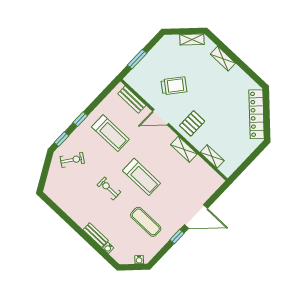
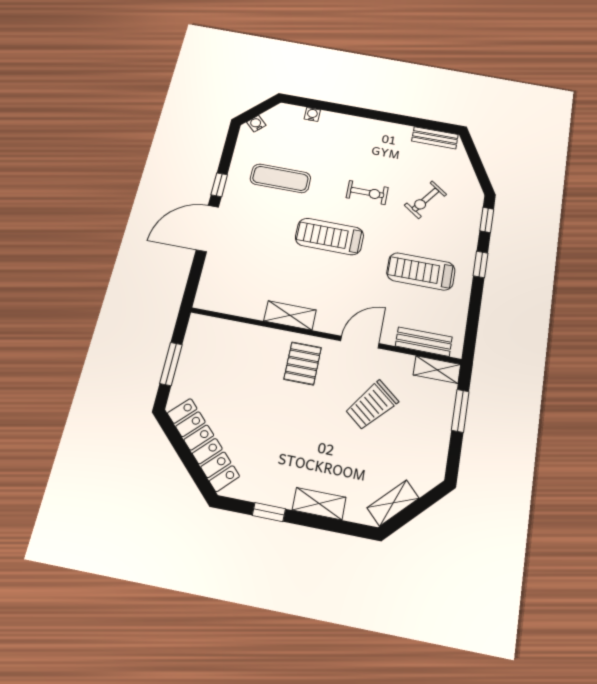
window: (246, 68) -> (269, 512), added
shelving: (212, 157) -> (437, 370), moved
window: (250, 159) -> (171, 364), added
exercise bike: (72, 160) -> (425, 200), moved
bench: (96, 235) -> (435, 138), moved

